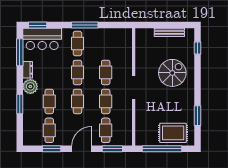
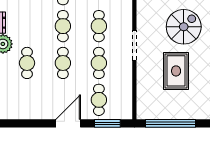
cafe table: (49, 130) -> (27, 100), removed
rug: (173, 133) -> (176, 71), moved, turned 90
window: (52, 149) -> (30, 123), removed

